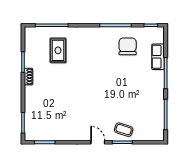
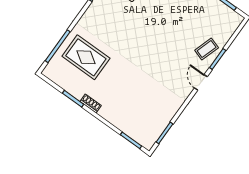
rug: (58, 50) -> (86, 57), width x1.36, depth x1.43
door: (98, 142) -> (201, 82), hinge flipped

